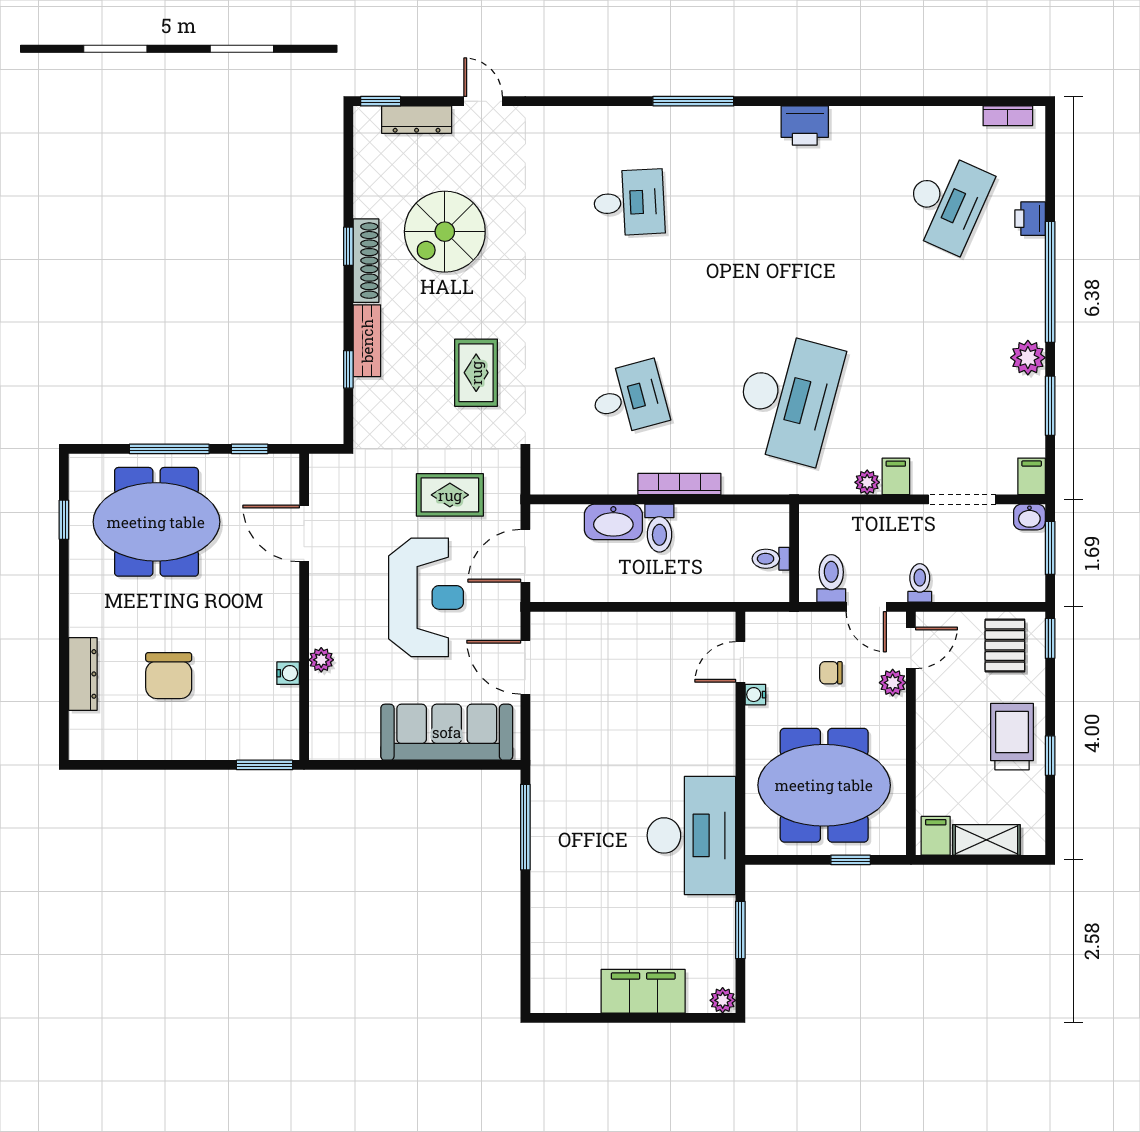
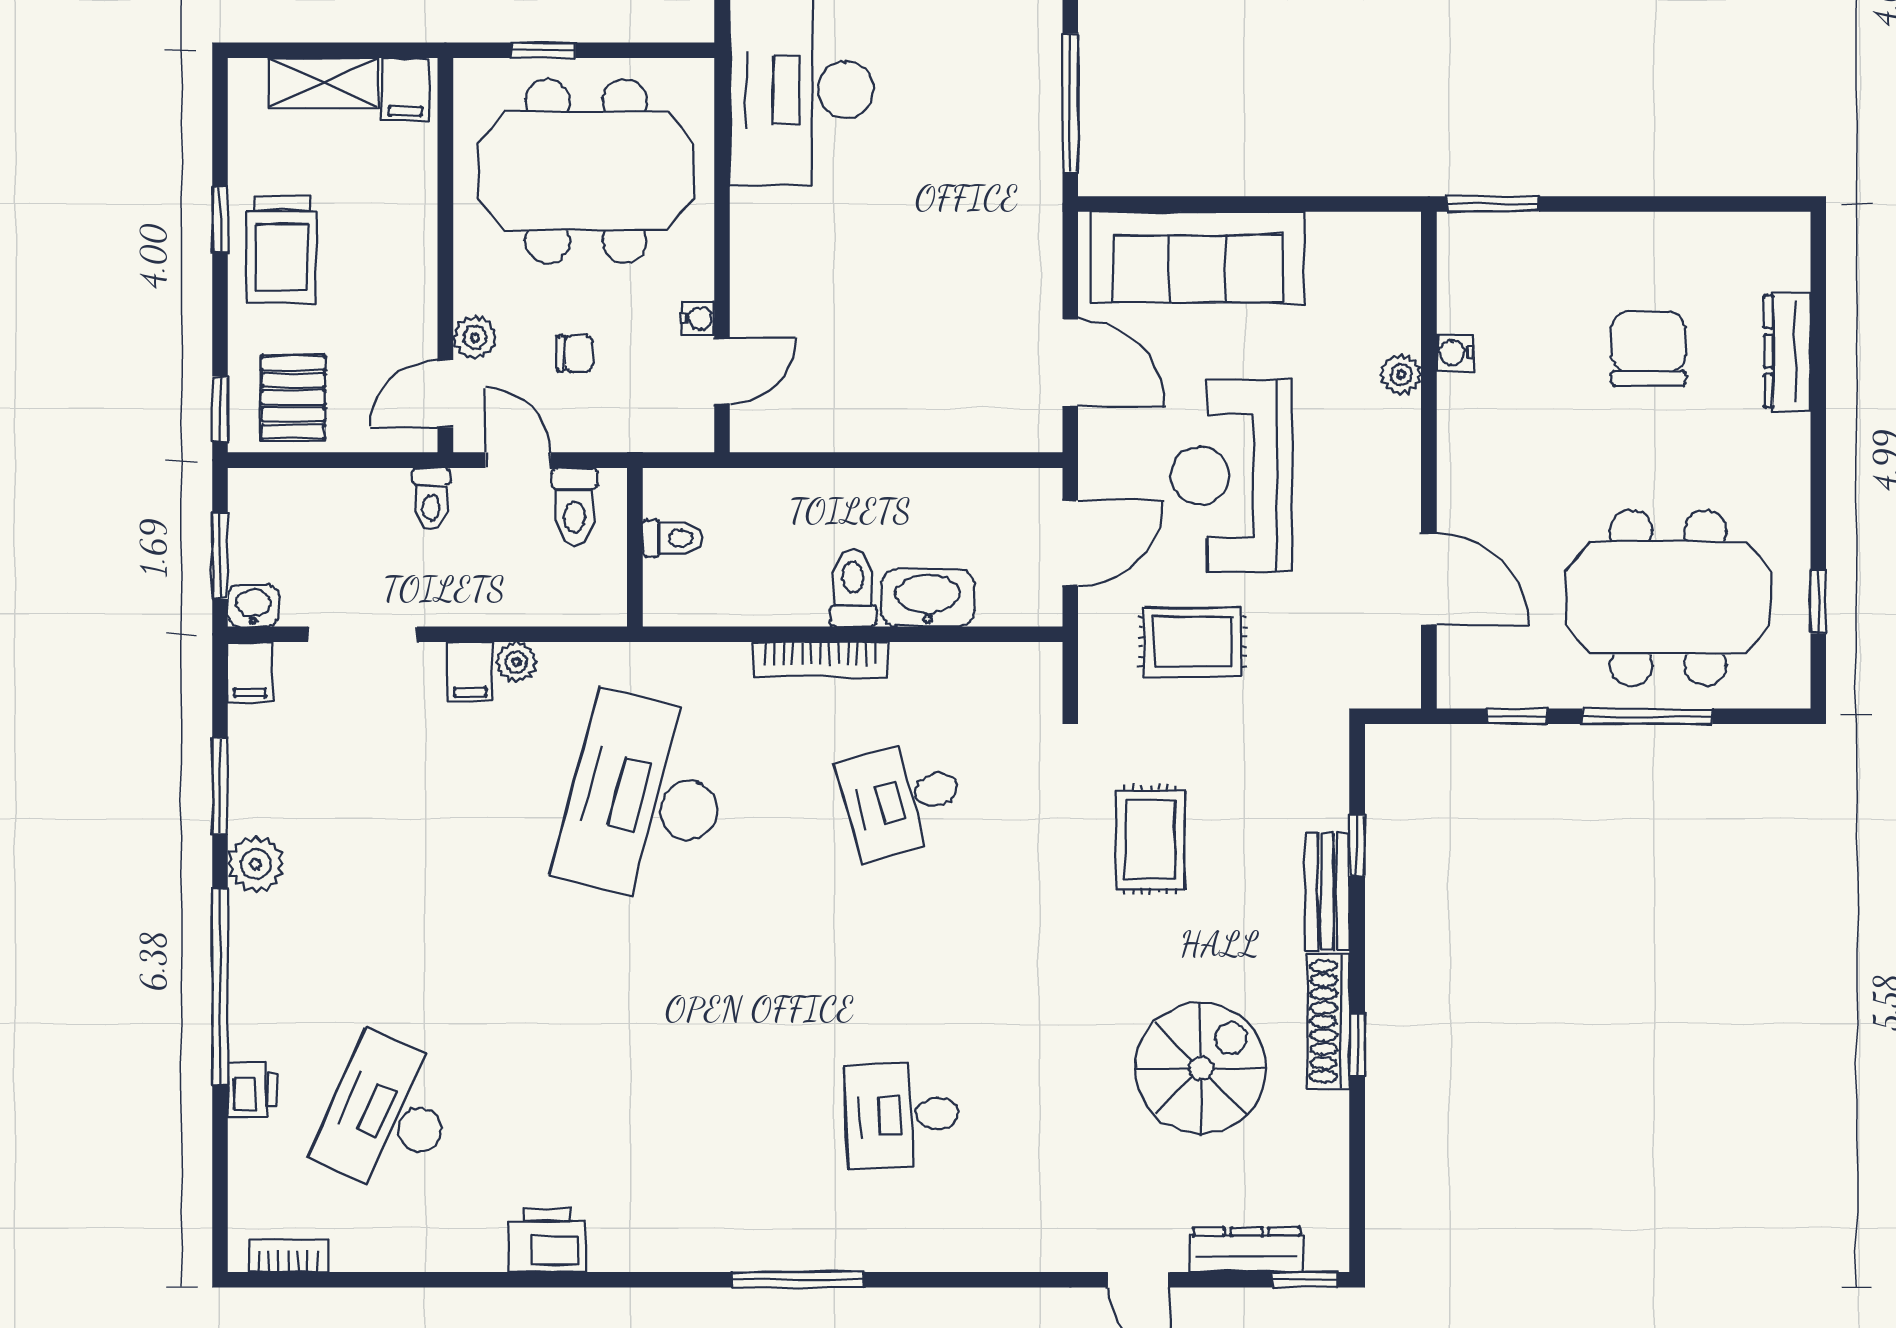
printer: (805, 126) -> (547, 1240), moved

